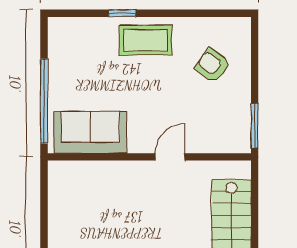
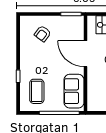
coffee table: (146, 40) -> (37, 91), moved
door: (170, 157) -> (86, 54), width x1.88

